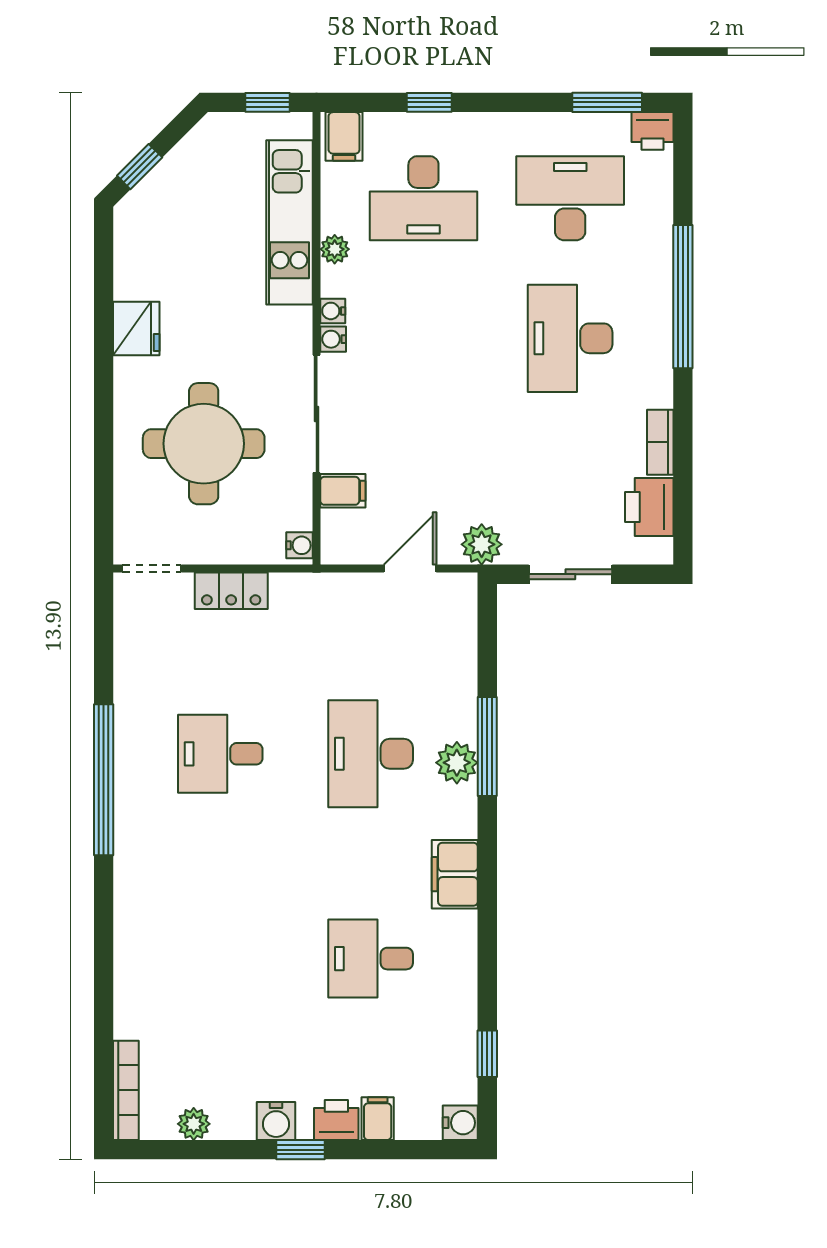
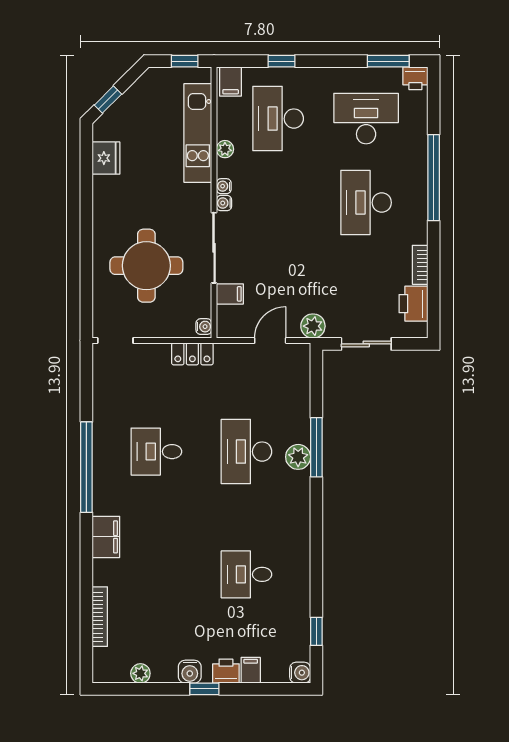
desk: (423, 198) -> (278, 119), turned 90
fridge: (136, 329) -> (106, 158), moved
locker: (231, 591) -> (192, 354), moved
filing cabinet: (455, 874) -> (106, 537), moved, turned 180
bookcase: (126, 1090) -> (100, 617), moved

